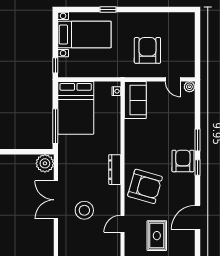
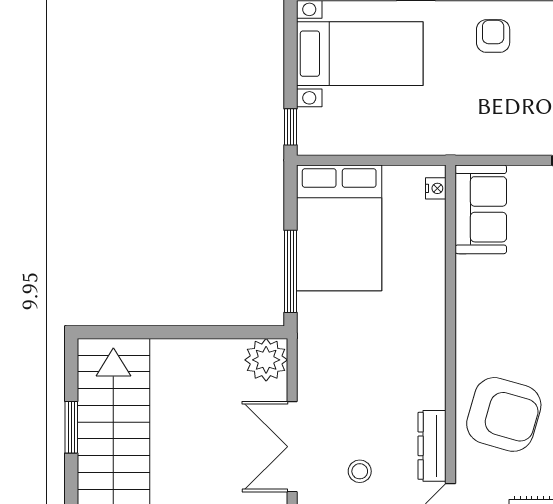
armchair: (147, 50) -> (493, 36), moved, width x0.53, depth x0.53
dresser: (115, 170) -> (432, 446), moved
stool: (84, 210) -> (360, 471), width x0.53, depth x0.53

